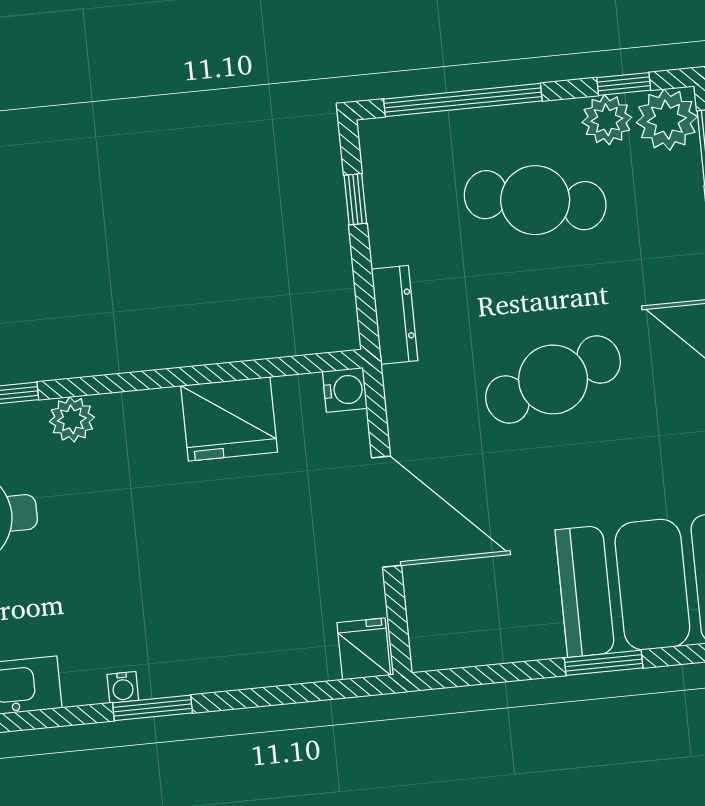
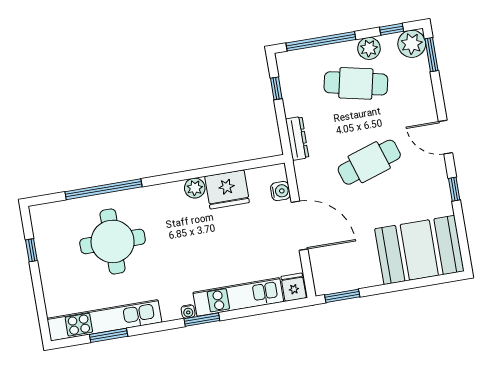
plant: (607, 120) -> (369, 48), moved
water cooler: (345, 390) -> (280, 191), moved
plant: (72, 419) -> (195, 188), moved
kitchen unit: (238, 662) -> (238, 297), added
window: (604, 663) -> (342, 296), moved

